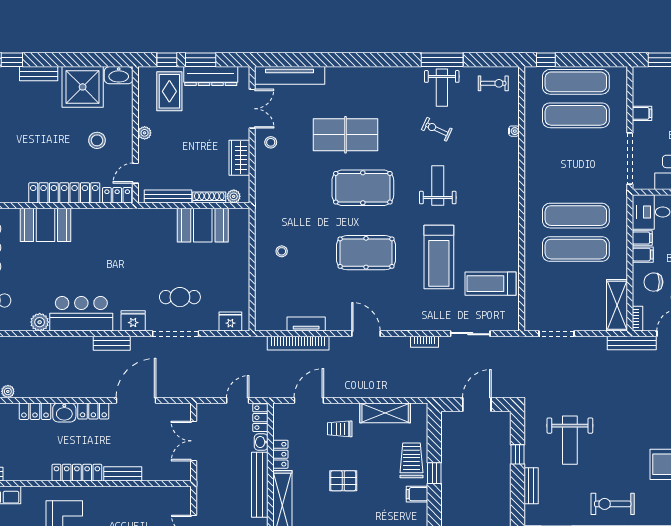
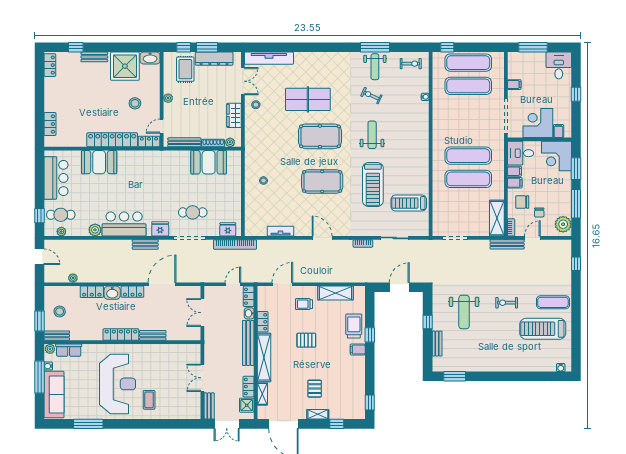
bookcase: (298, 343) -> (235, 244), moved
exercise bike: (613, 504) -> (507, 303), moved, width x0.73, depth x0.72

